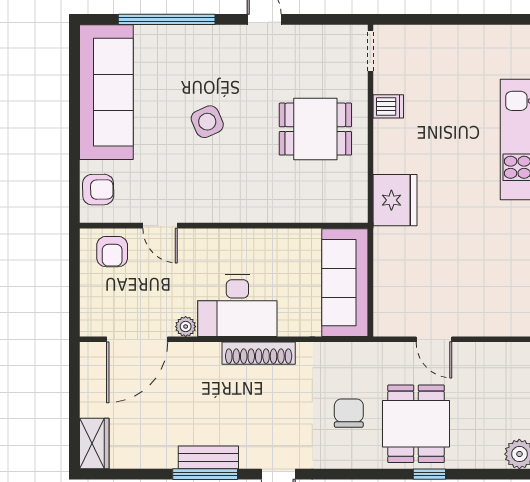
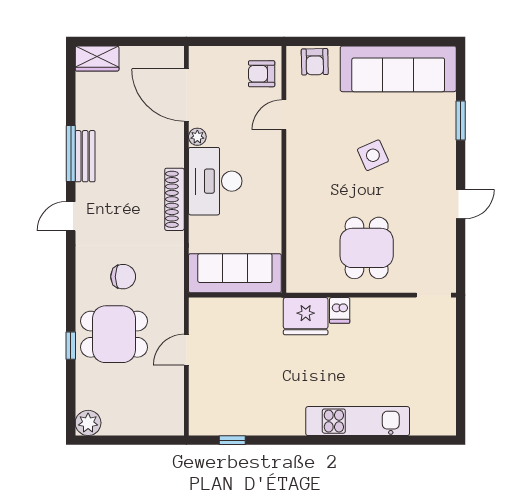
window: (167, 19) -> (461, 120), width x0.47
dishwasher: (388, 106) -> (340, 310), moved

